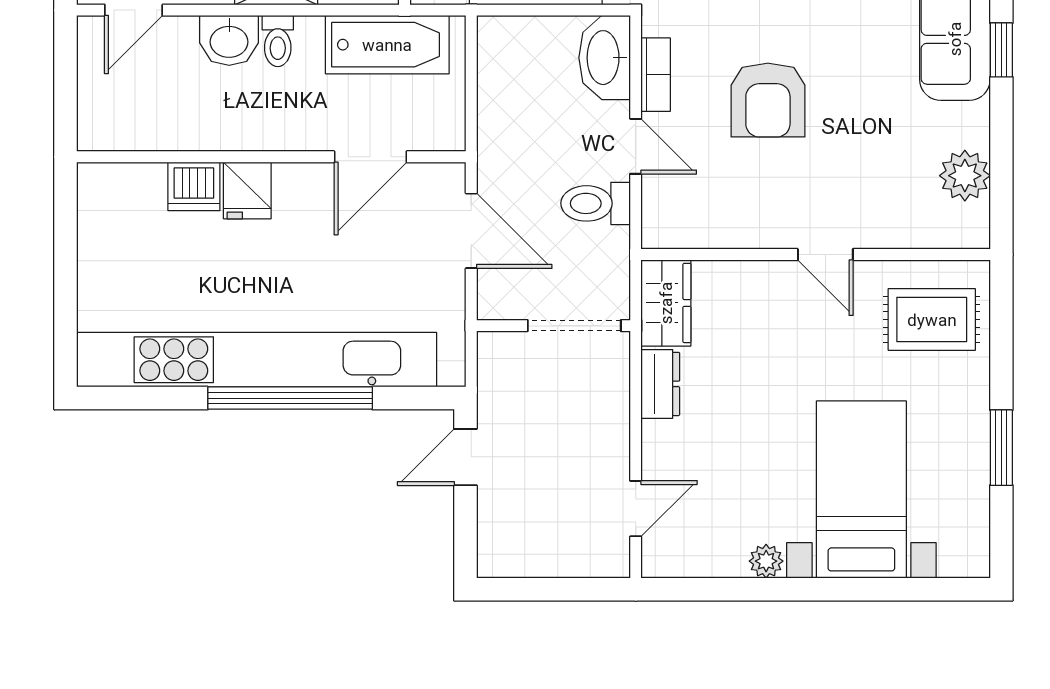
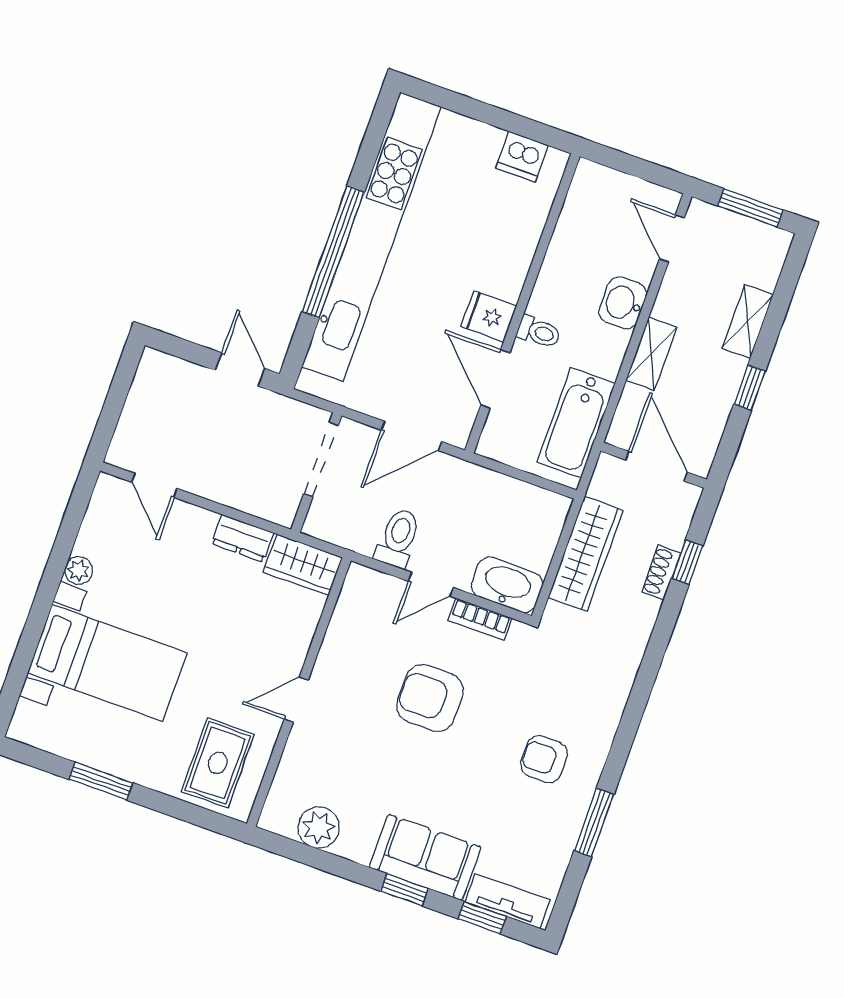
toilet: (278, 41) -> (539, 332), moved, turned 180
dishwasher: (194, 186) -> (522, 157), moved, turned -90
fridge: (247, 190) -> (489, 316), moved
doorway: (574, 326) -> (321, 460), moved

